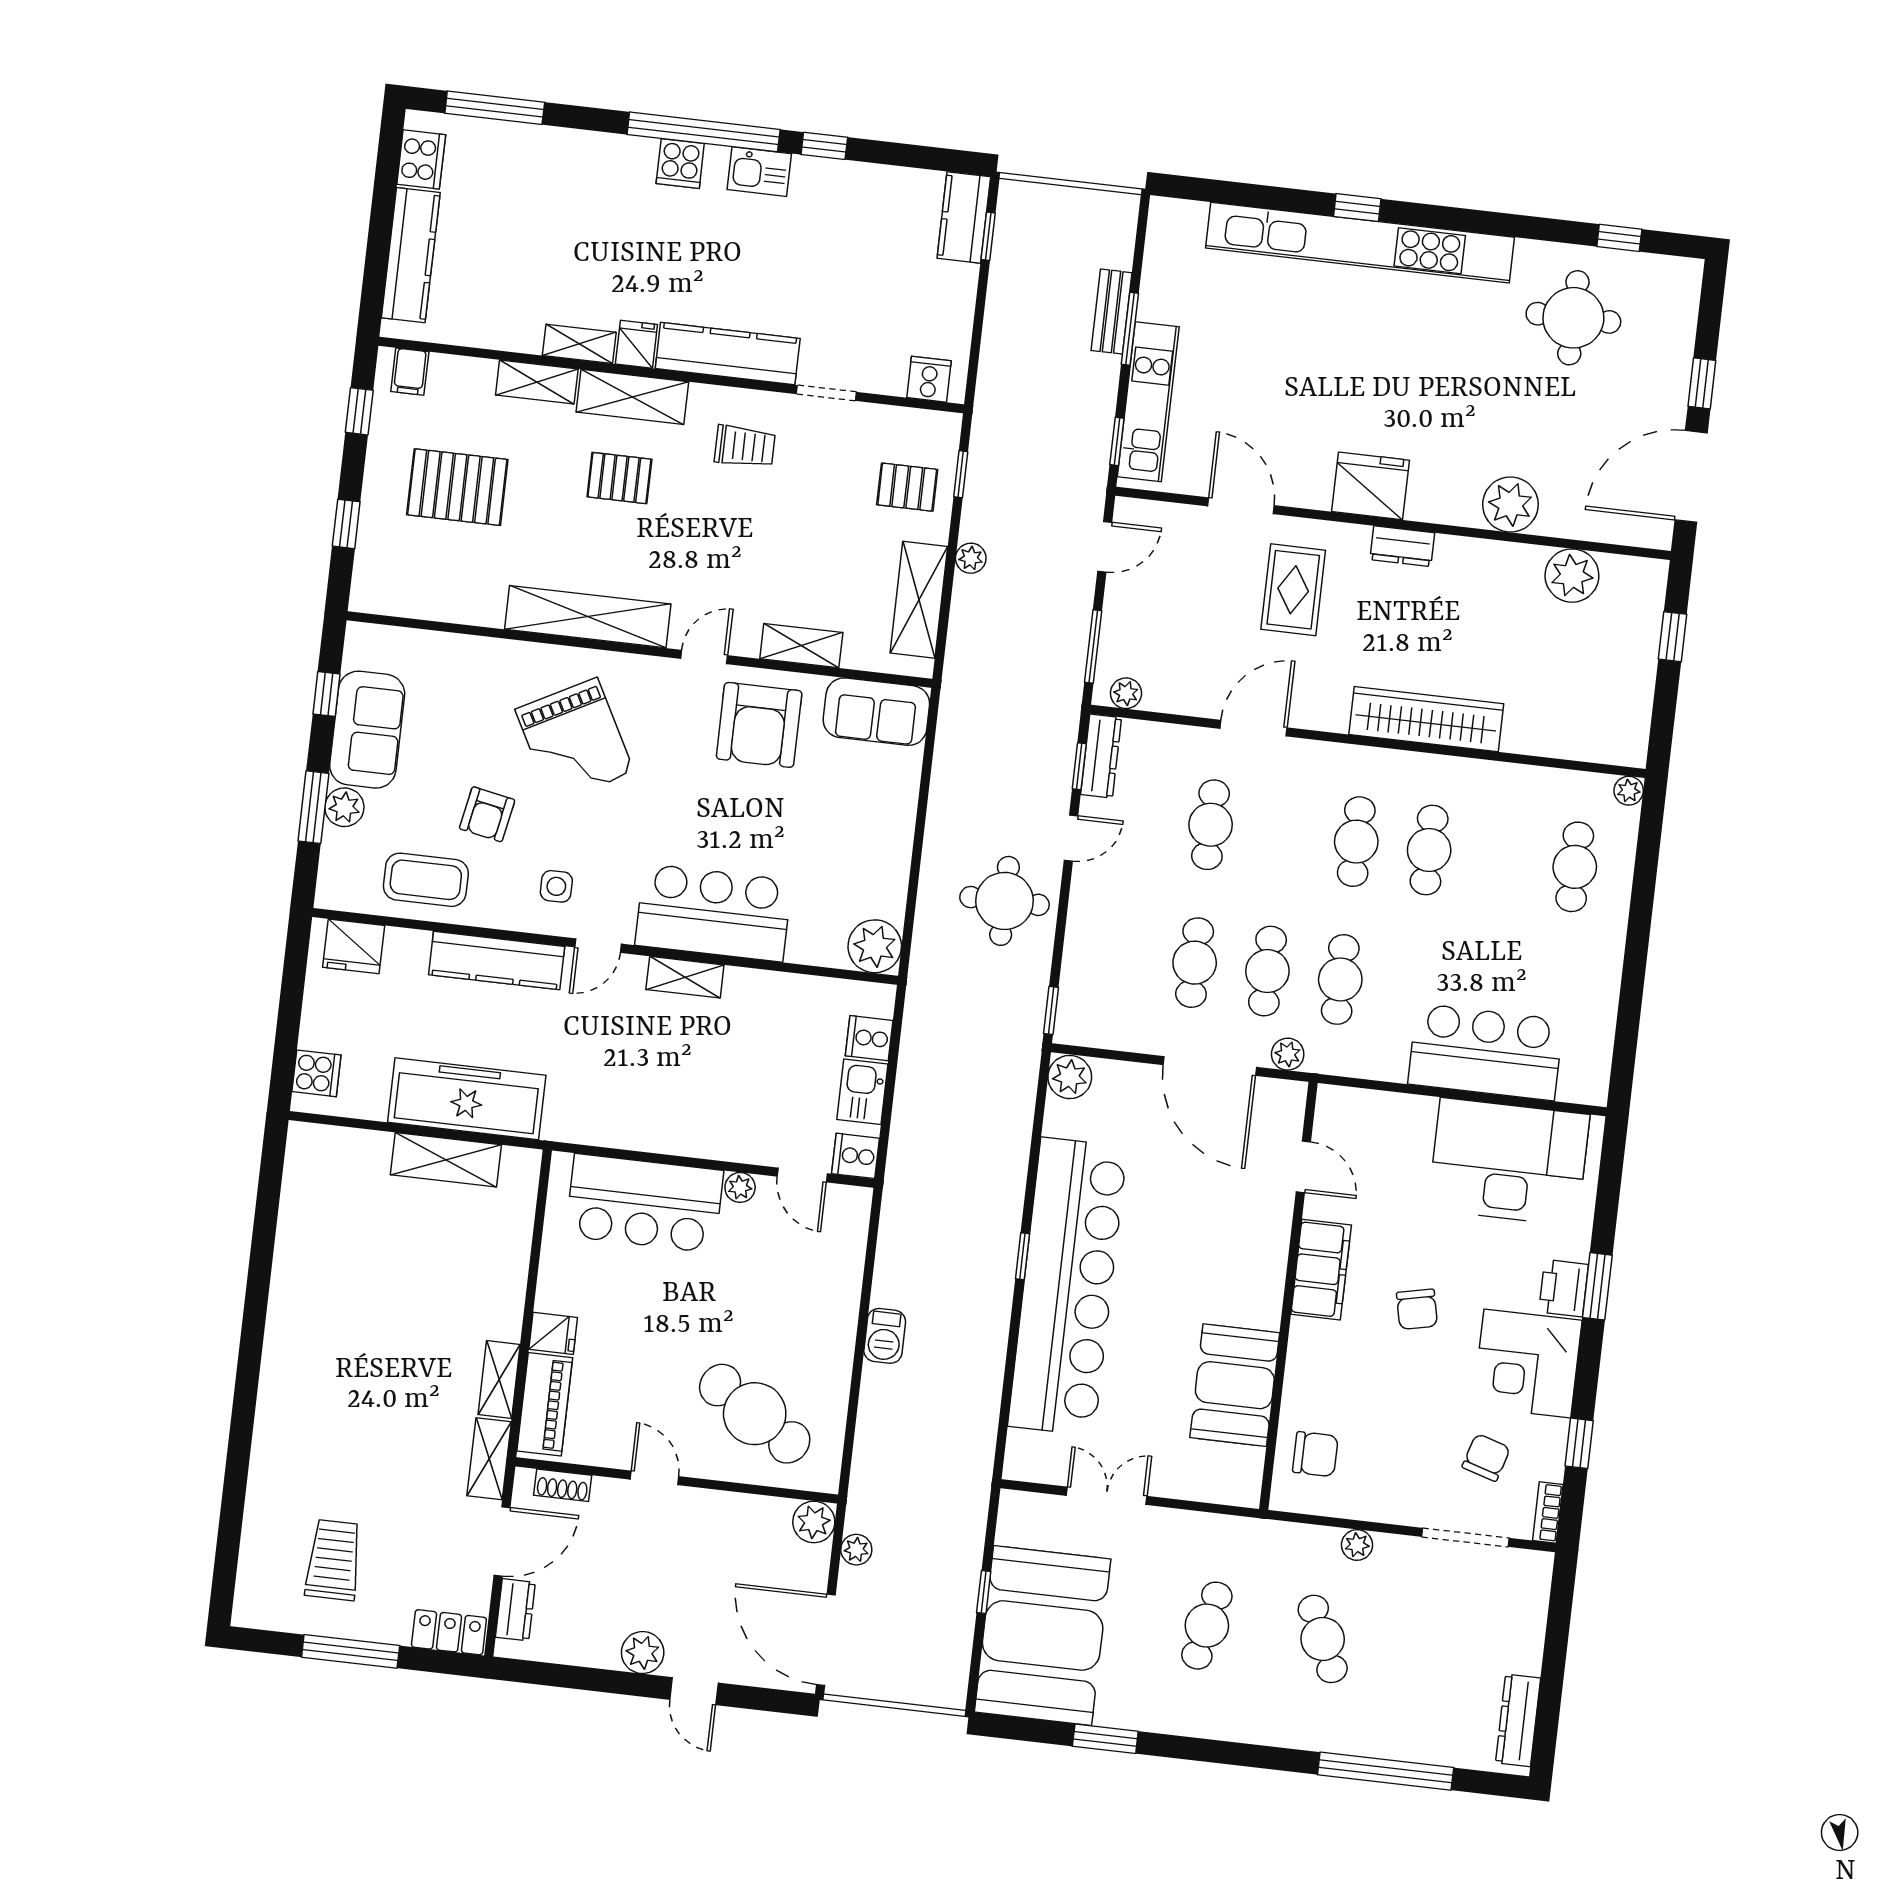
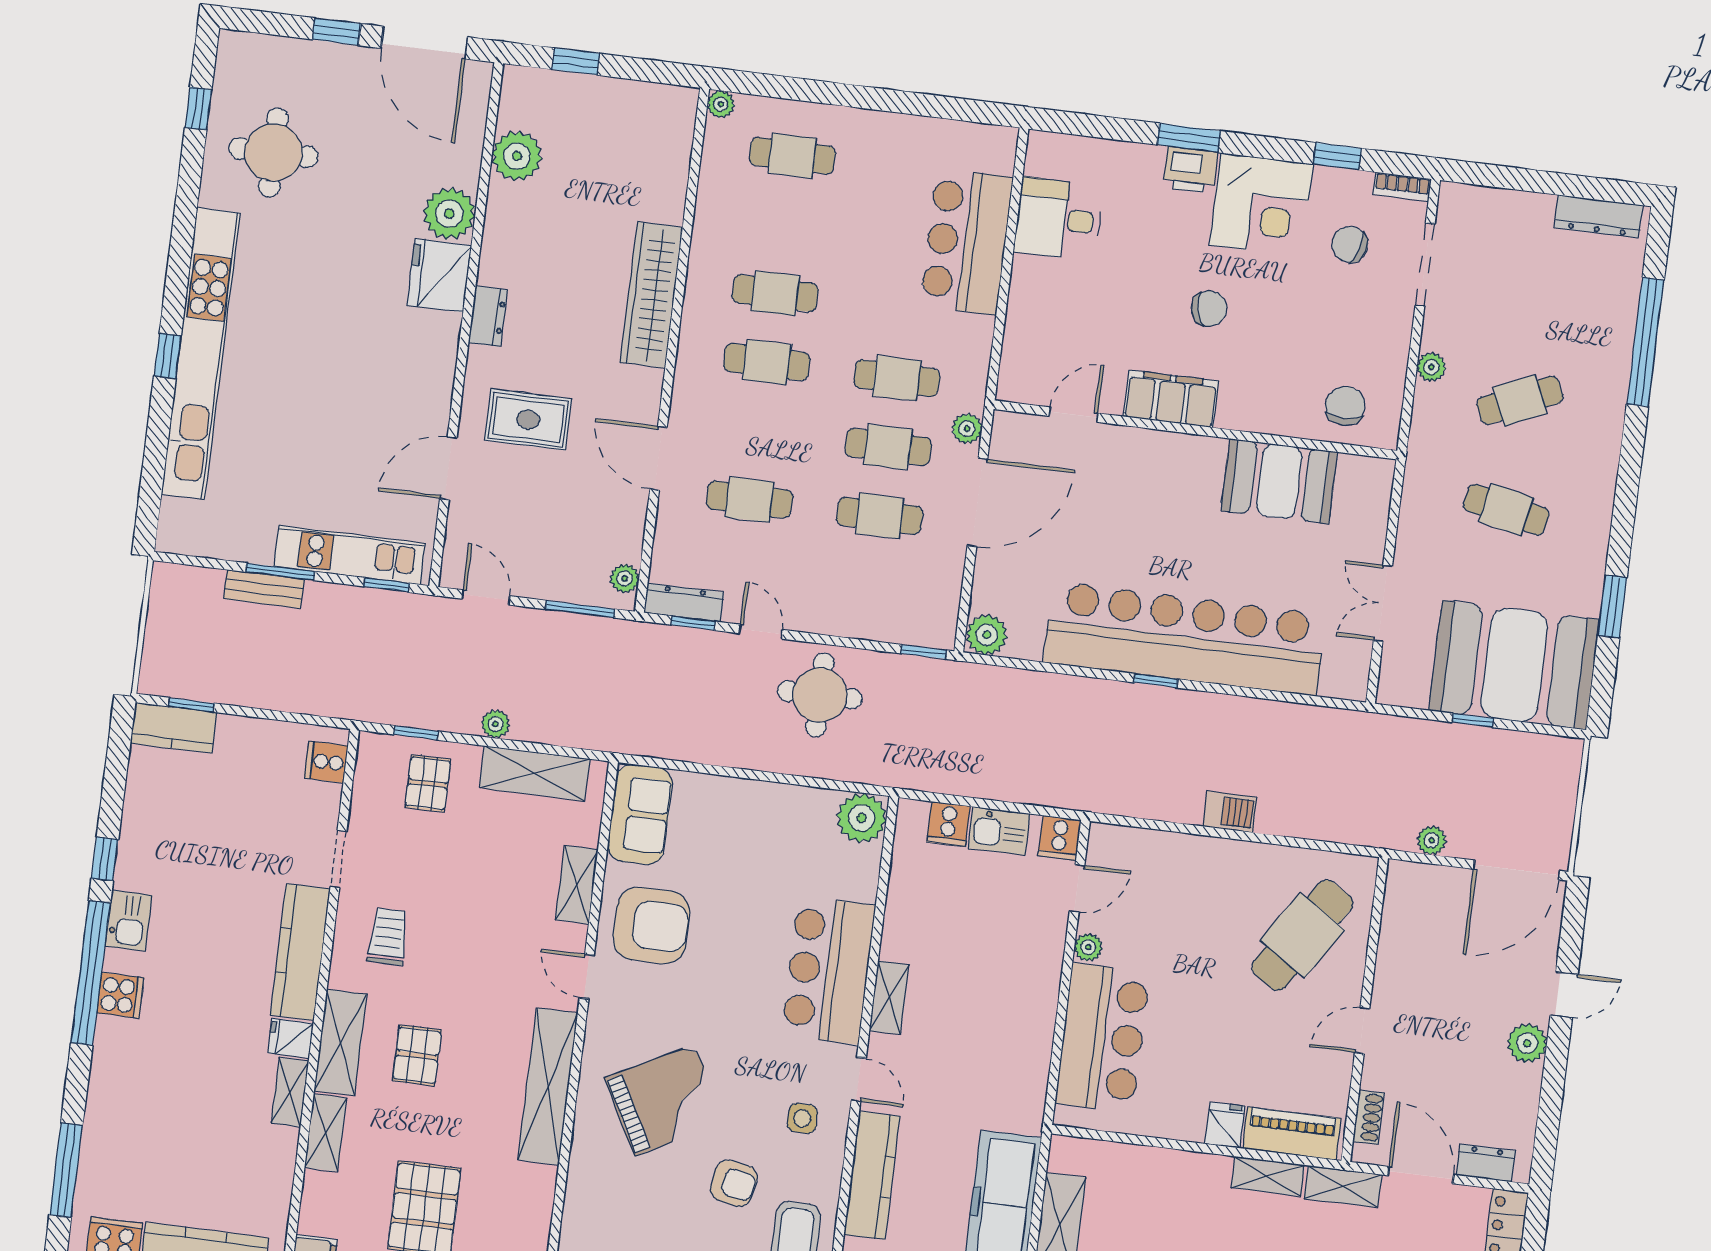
fridge: (1371, 486) -> (439, 275), moved
desk: (1509, 1162) -> (1058, 219), width x0.53, depth x0.77
plant: (814, 1522) -> (1405, 880), removed

